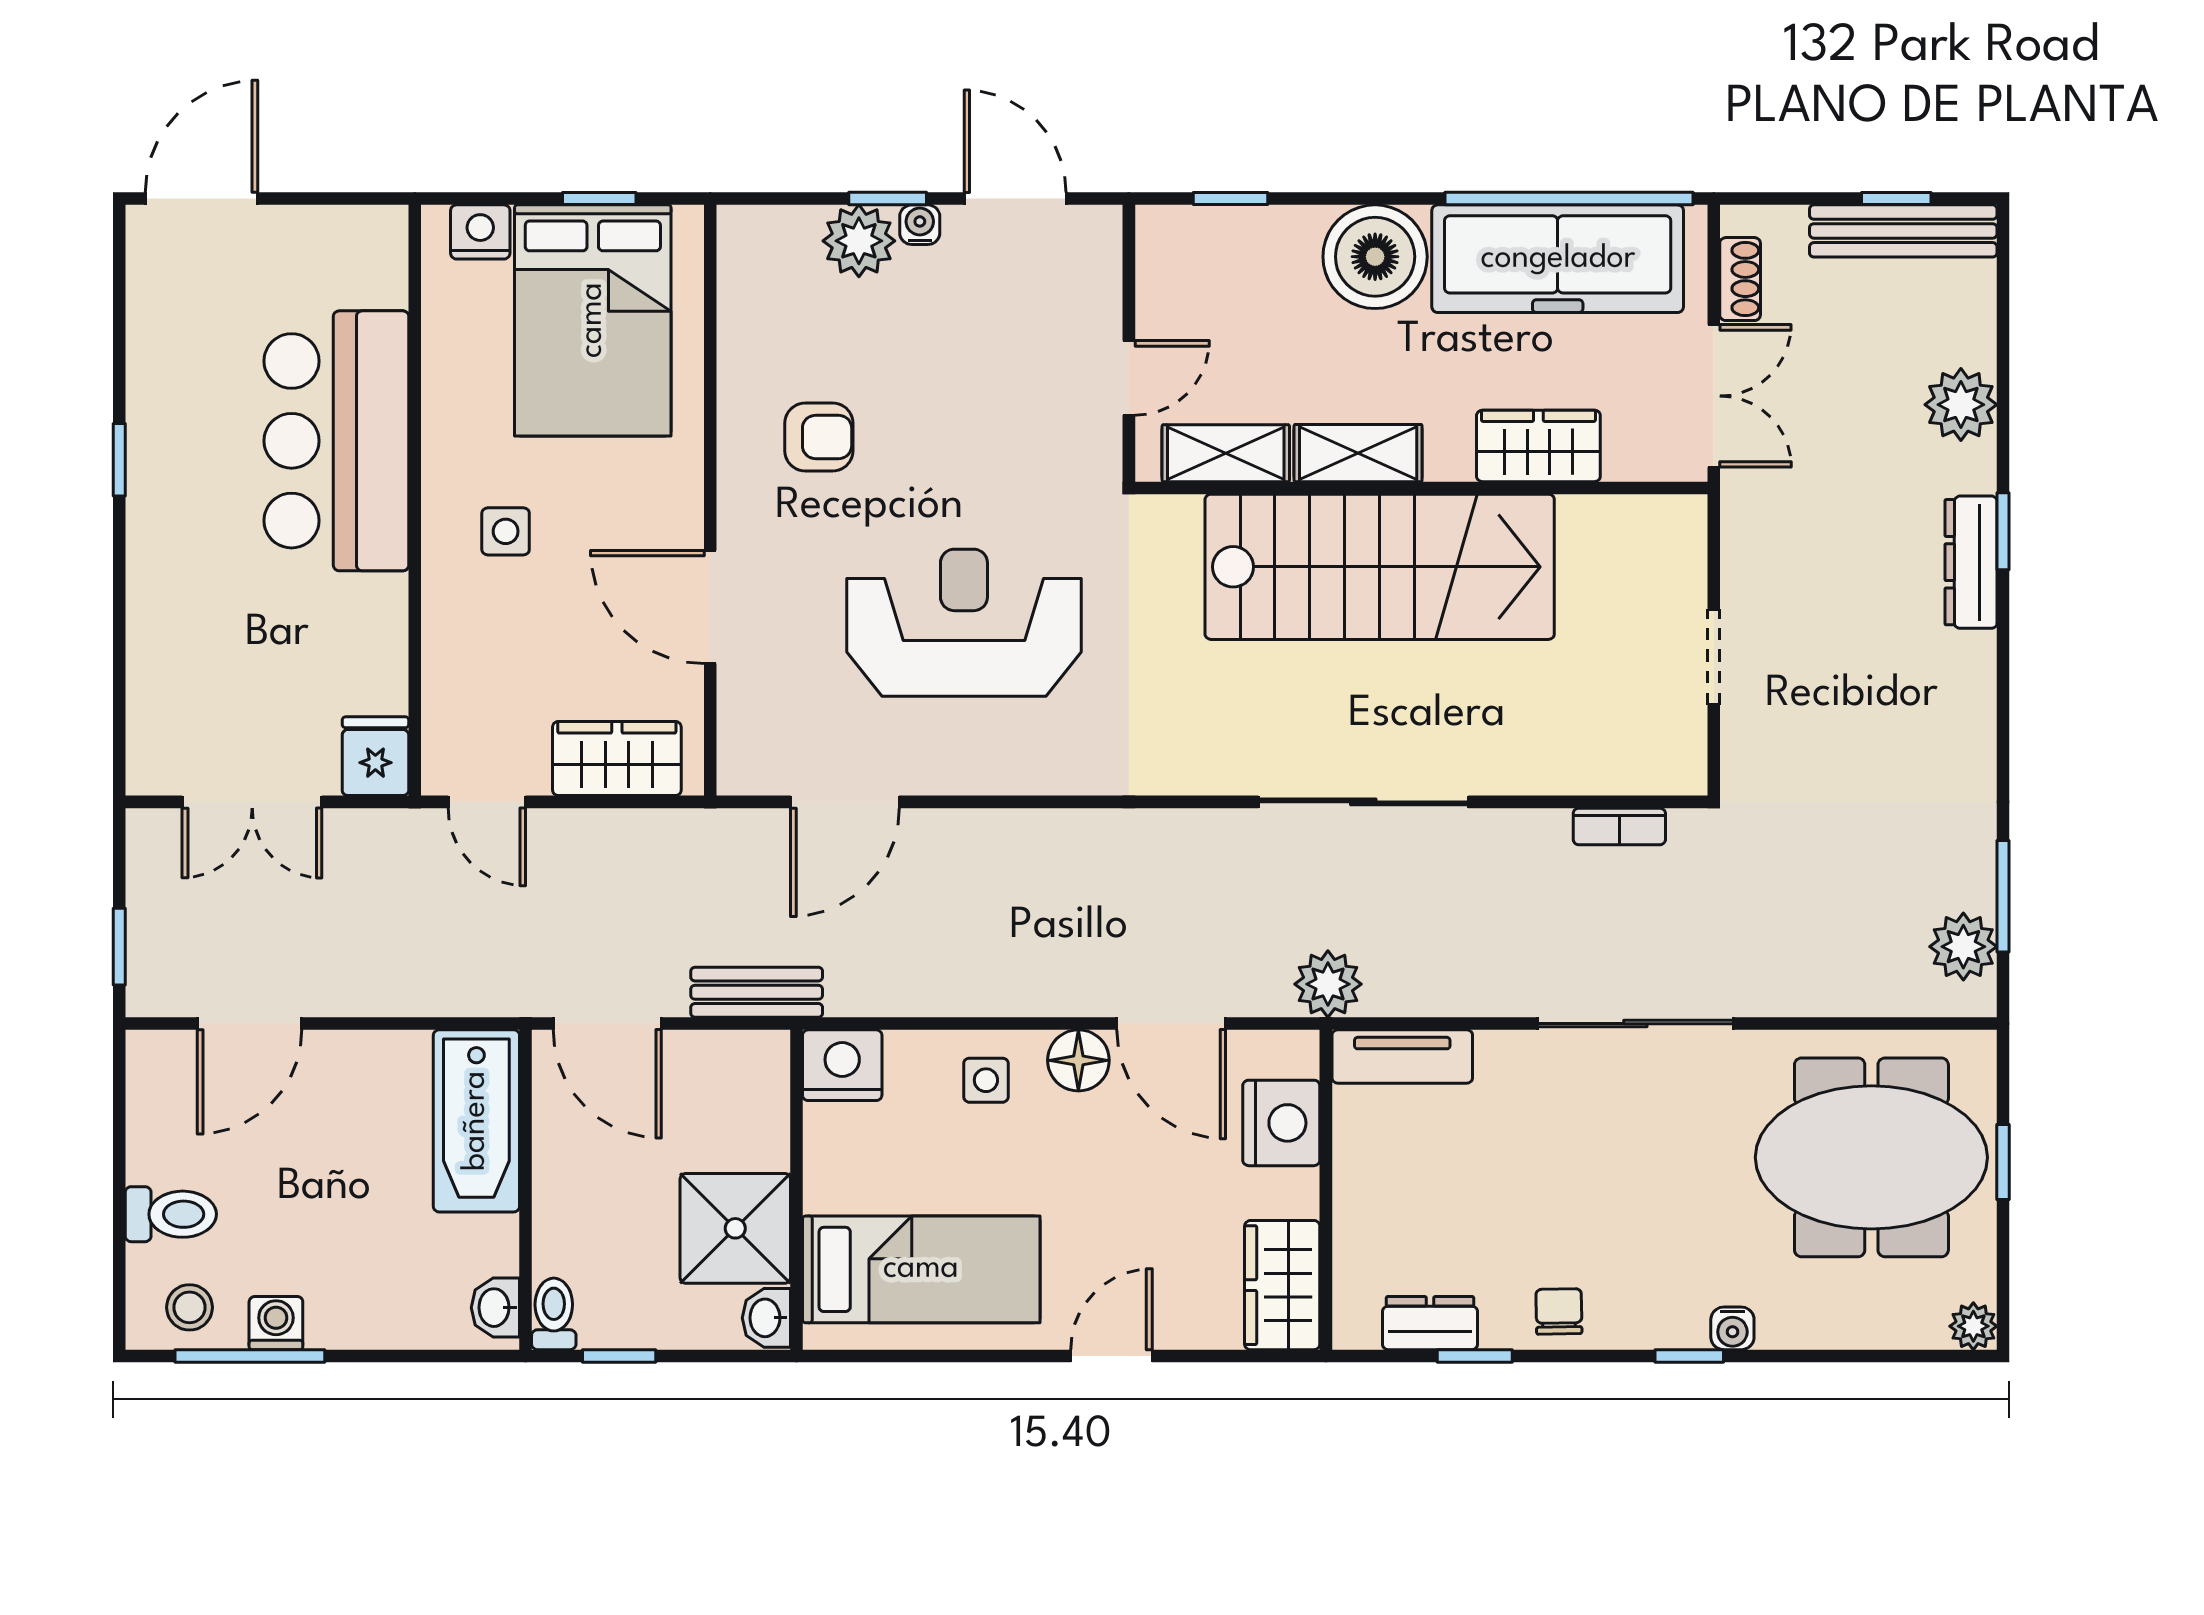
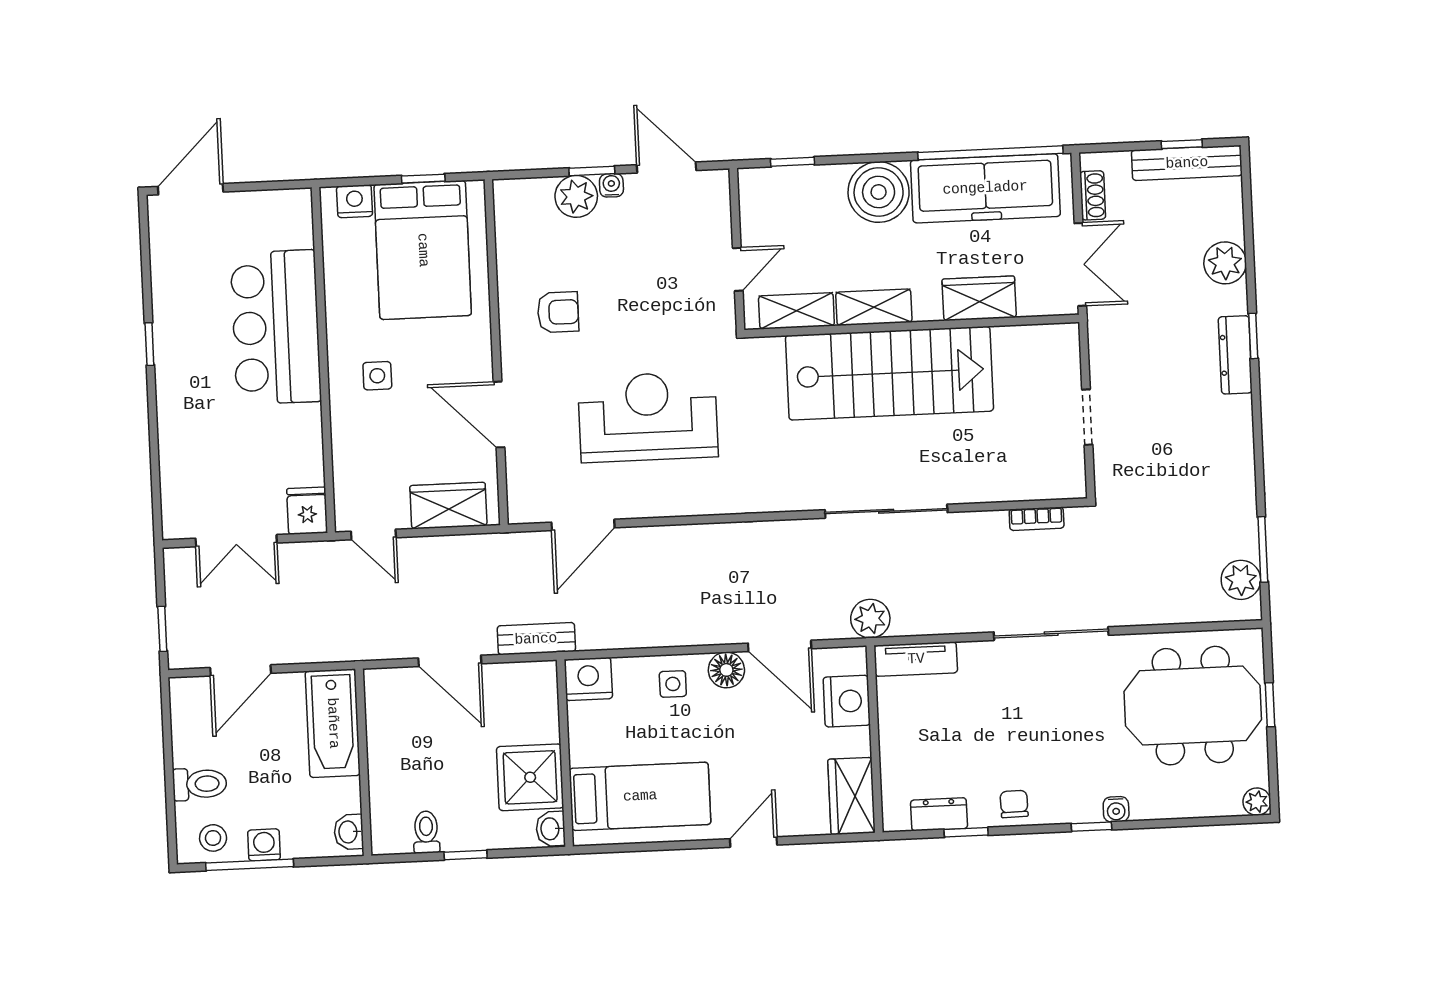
bathtub: (476, 1121) -> (333, 723), moved
wall: (526, 1190) -> (363, 762), moved
washbasin: (495, 1308) -> (349, 832), moved

